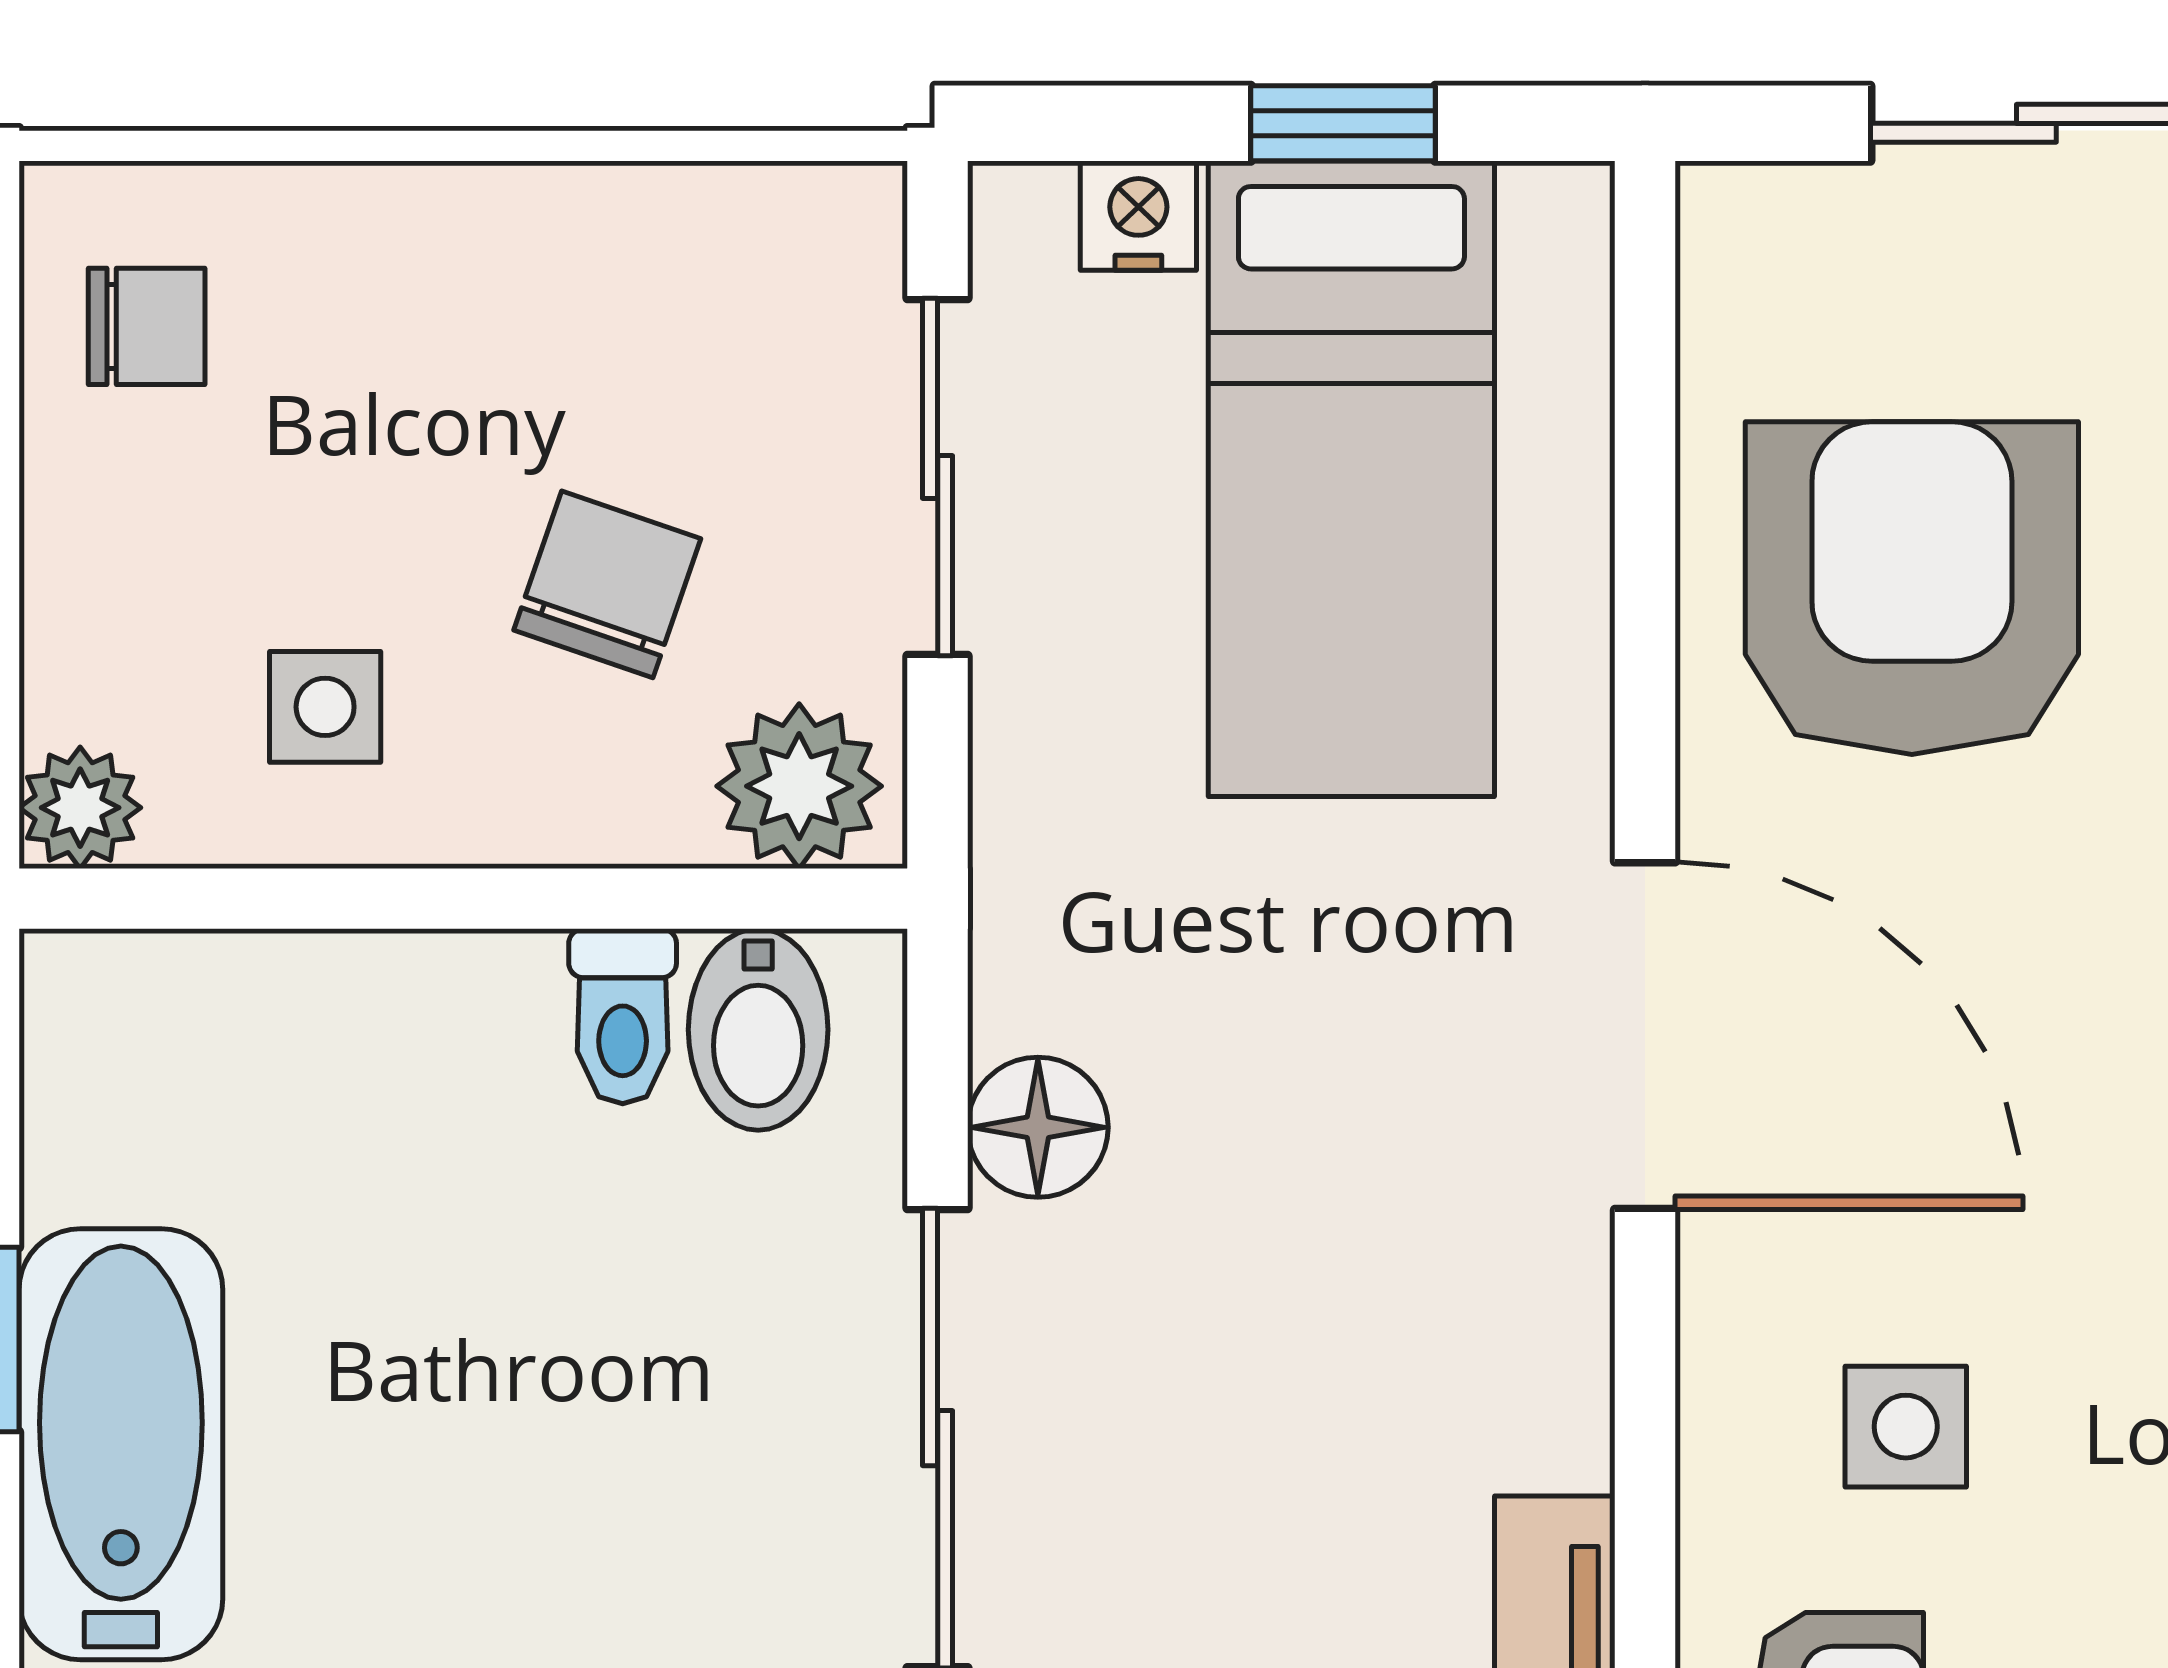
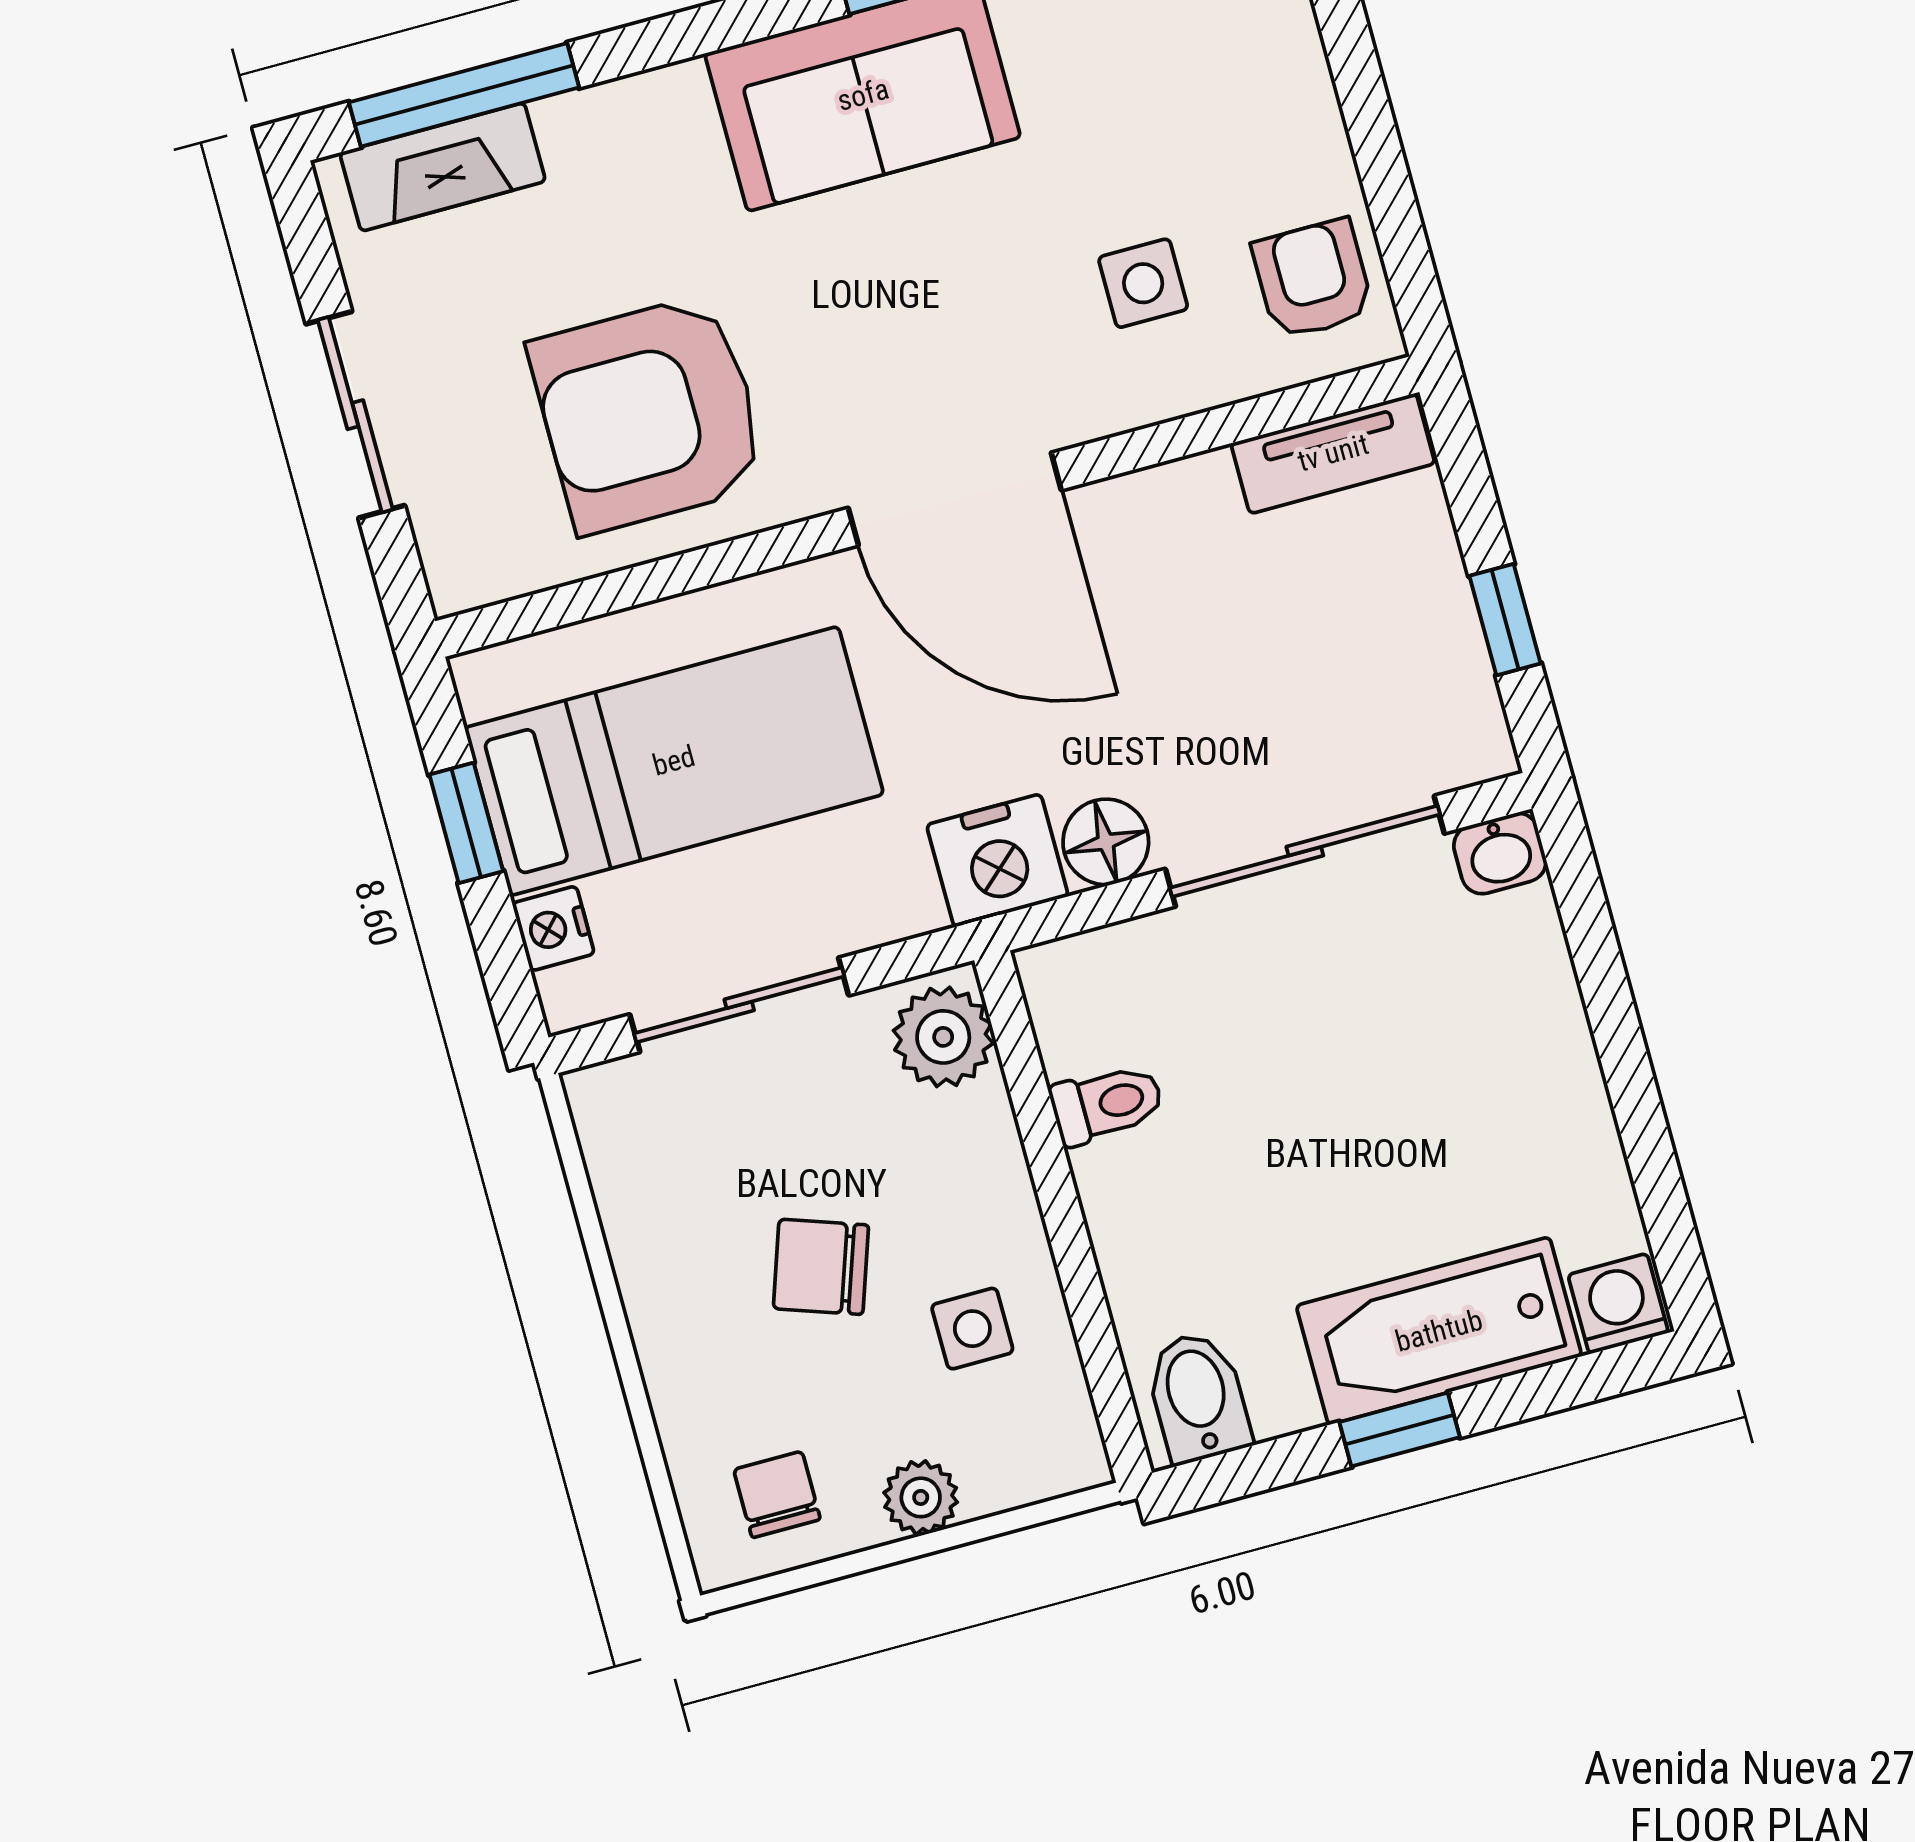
chair: (607, 584) -> (821, 1267), moved
plant: (80, 808) -> (921, 1497), moved
nightstand: (1055, 948) -> (997, 861), added
bidet: (758, 1030) -> (1198, 1397), moved, turned -90
door: (1645, 1036) -> (955, 499), swing flipped

